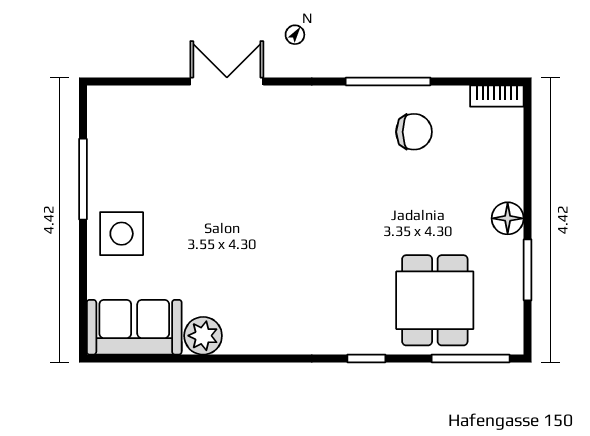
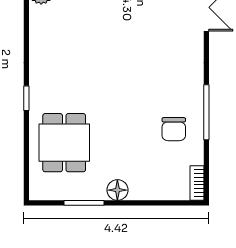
dining table: (435, 300) -> (64, 143), turned 90
window: (471, 358) -> (26, 166), removed

